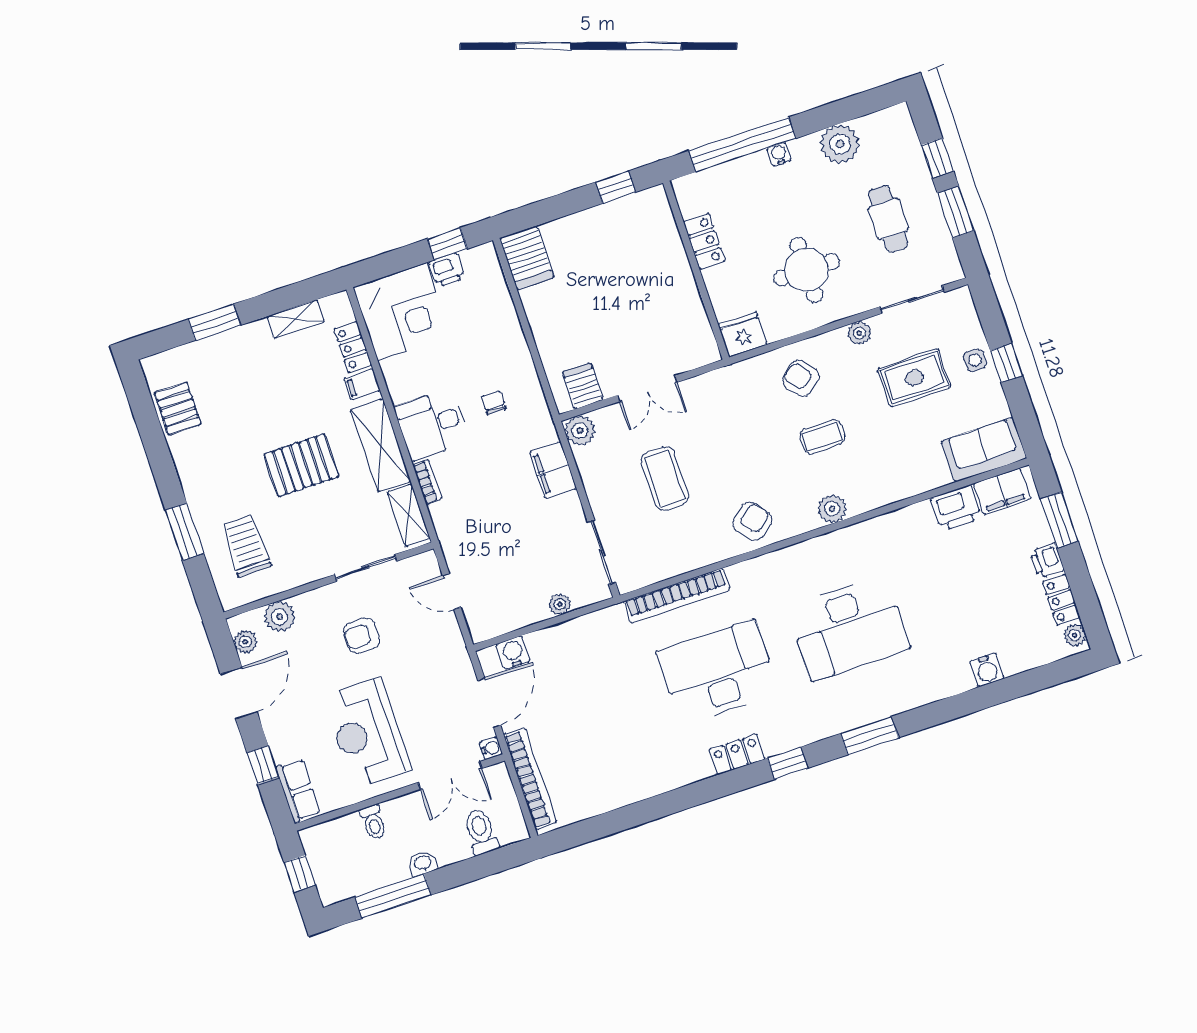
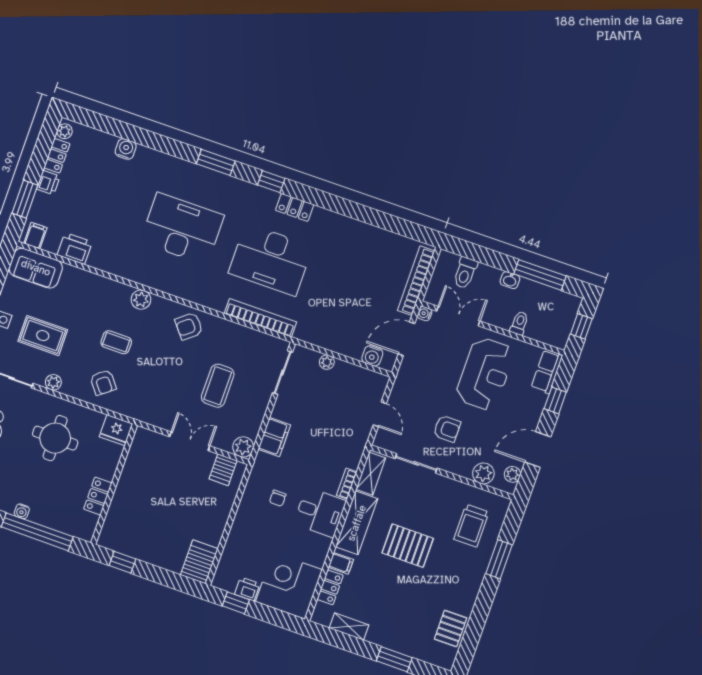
filing cabinet: (1002, 491) -> (35, 236), width x0.50

